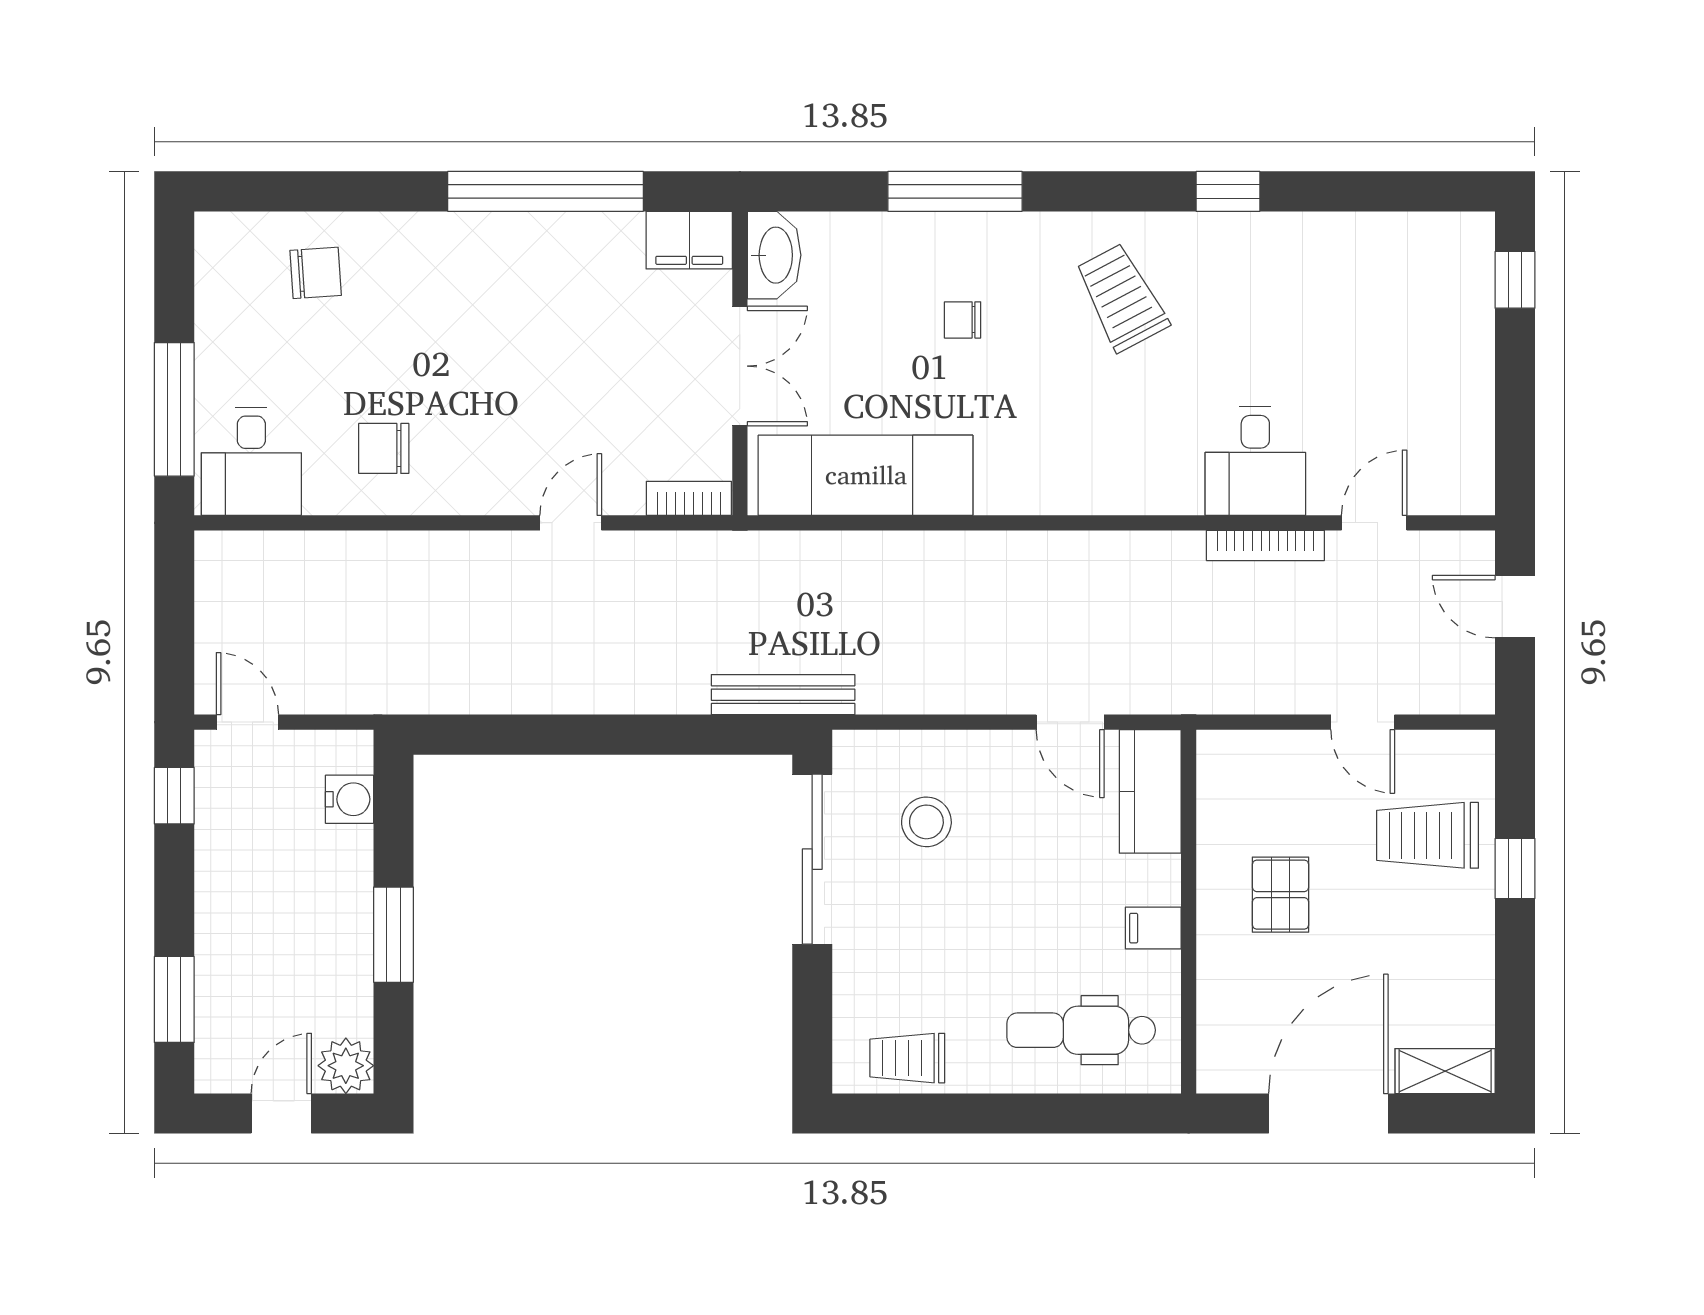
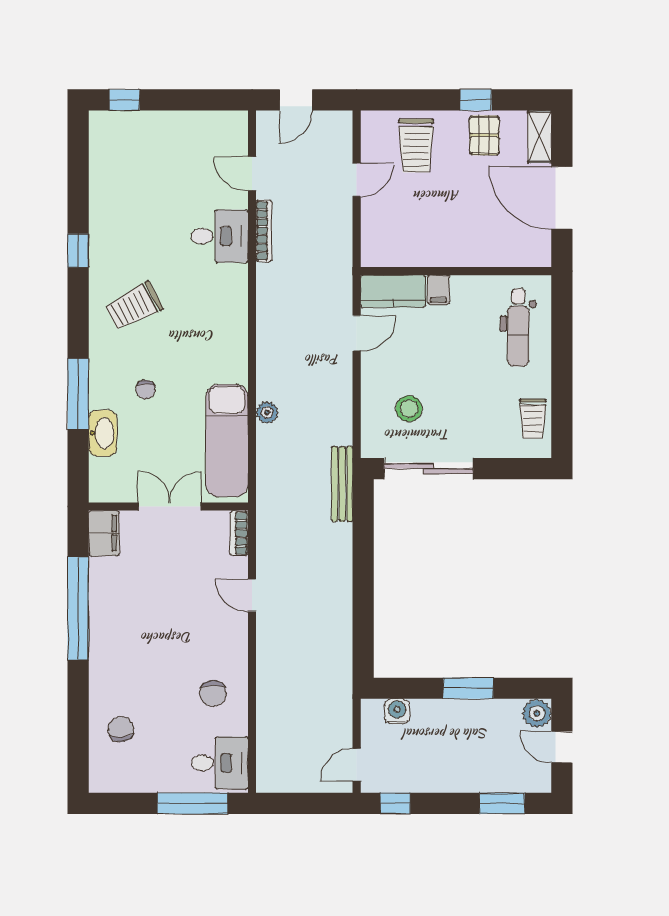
washbasin: (774, 255) -> (103, 433), moved, turned 90
plant: (919, 551) -> (267, 412), added
window: (1515, 868) -> (476, 100), moved
pallet: (1281, 895) -> (484, 135), moved, turned 90
filing cabinet: (1153, 928) -> (438, 290), moved

